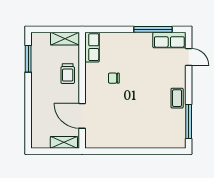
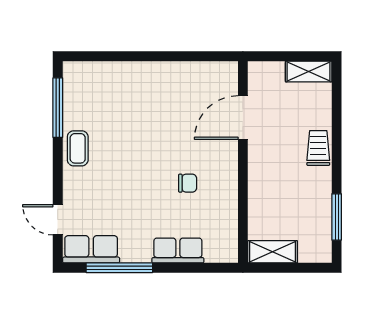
row of seats: (92, 47) -> (178, 251), moved, turned 90
trolley: (68, 74) -> (318, 148), moved
door: (82, 116) -> (243, 118), swing flipped
shelving: (64, 142) -> (309, 72), moved

